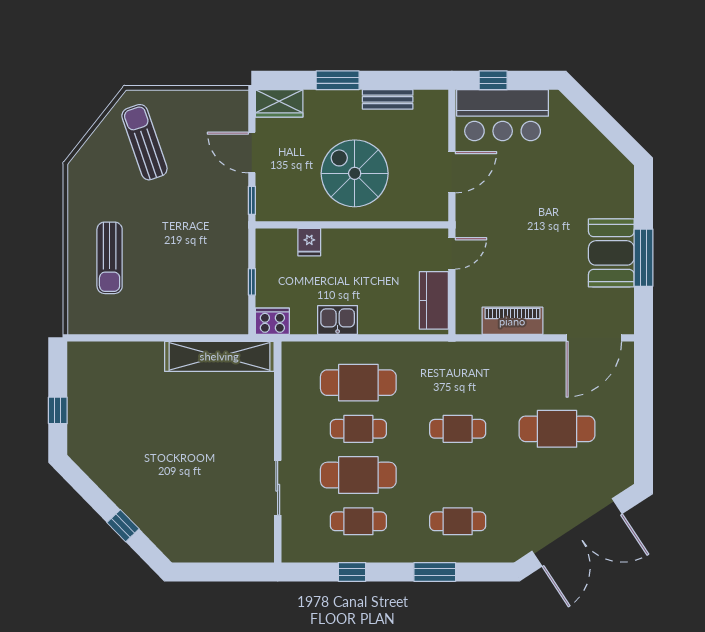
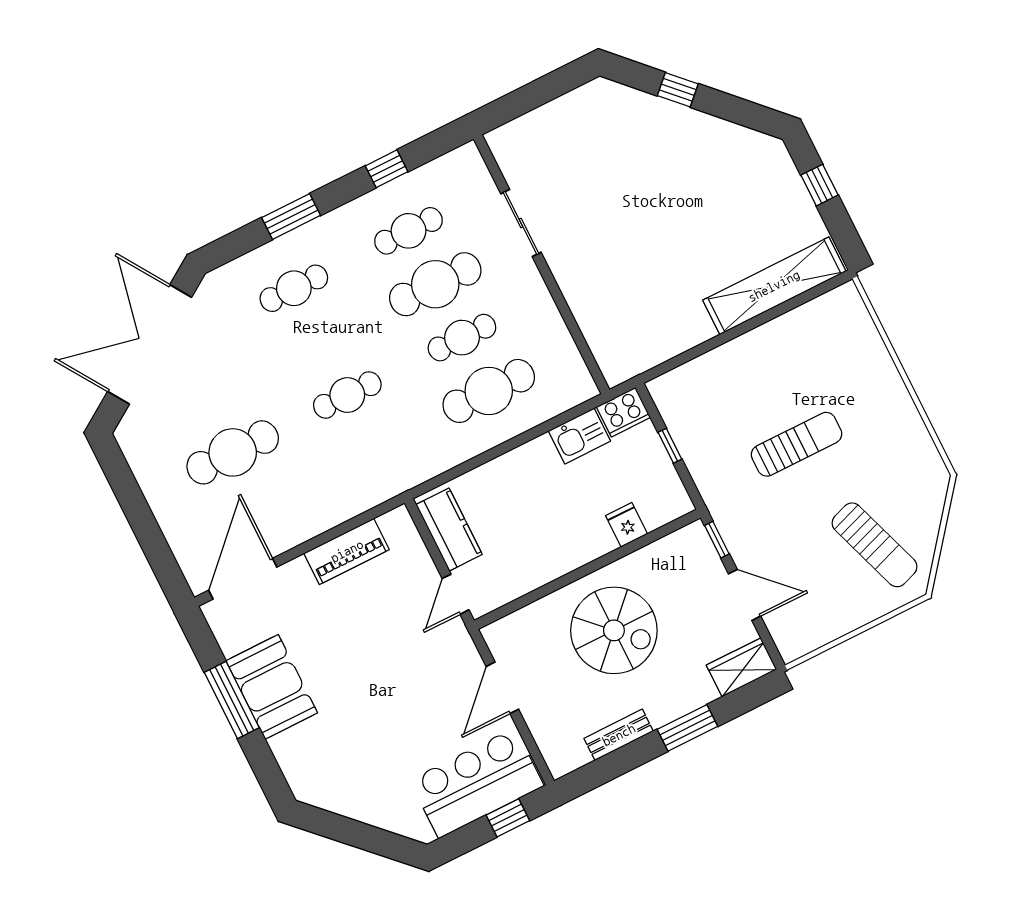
sun lounger: (110, 258) -> (797, 444), moved, turned 90
kitchen sink: (338, 320) -> (579, 436), moved
shelving: (219, 356) -> (774, 286), moved

